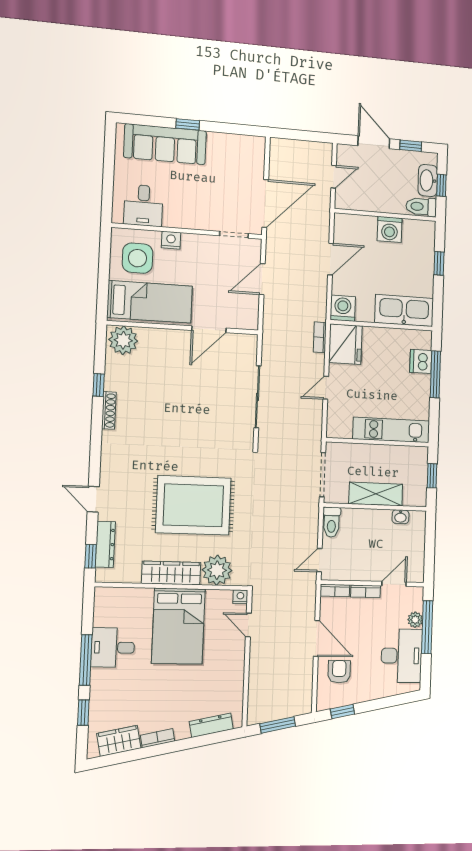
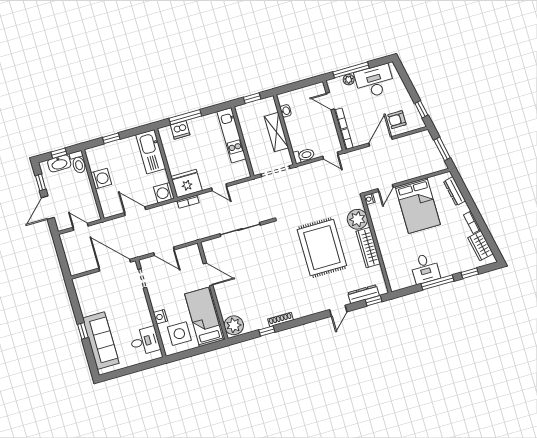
bed: (178, 626) -> (418, 206), moved, turned 90

